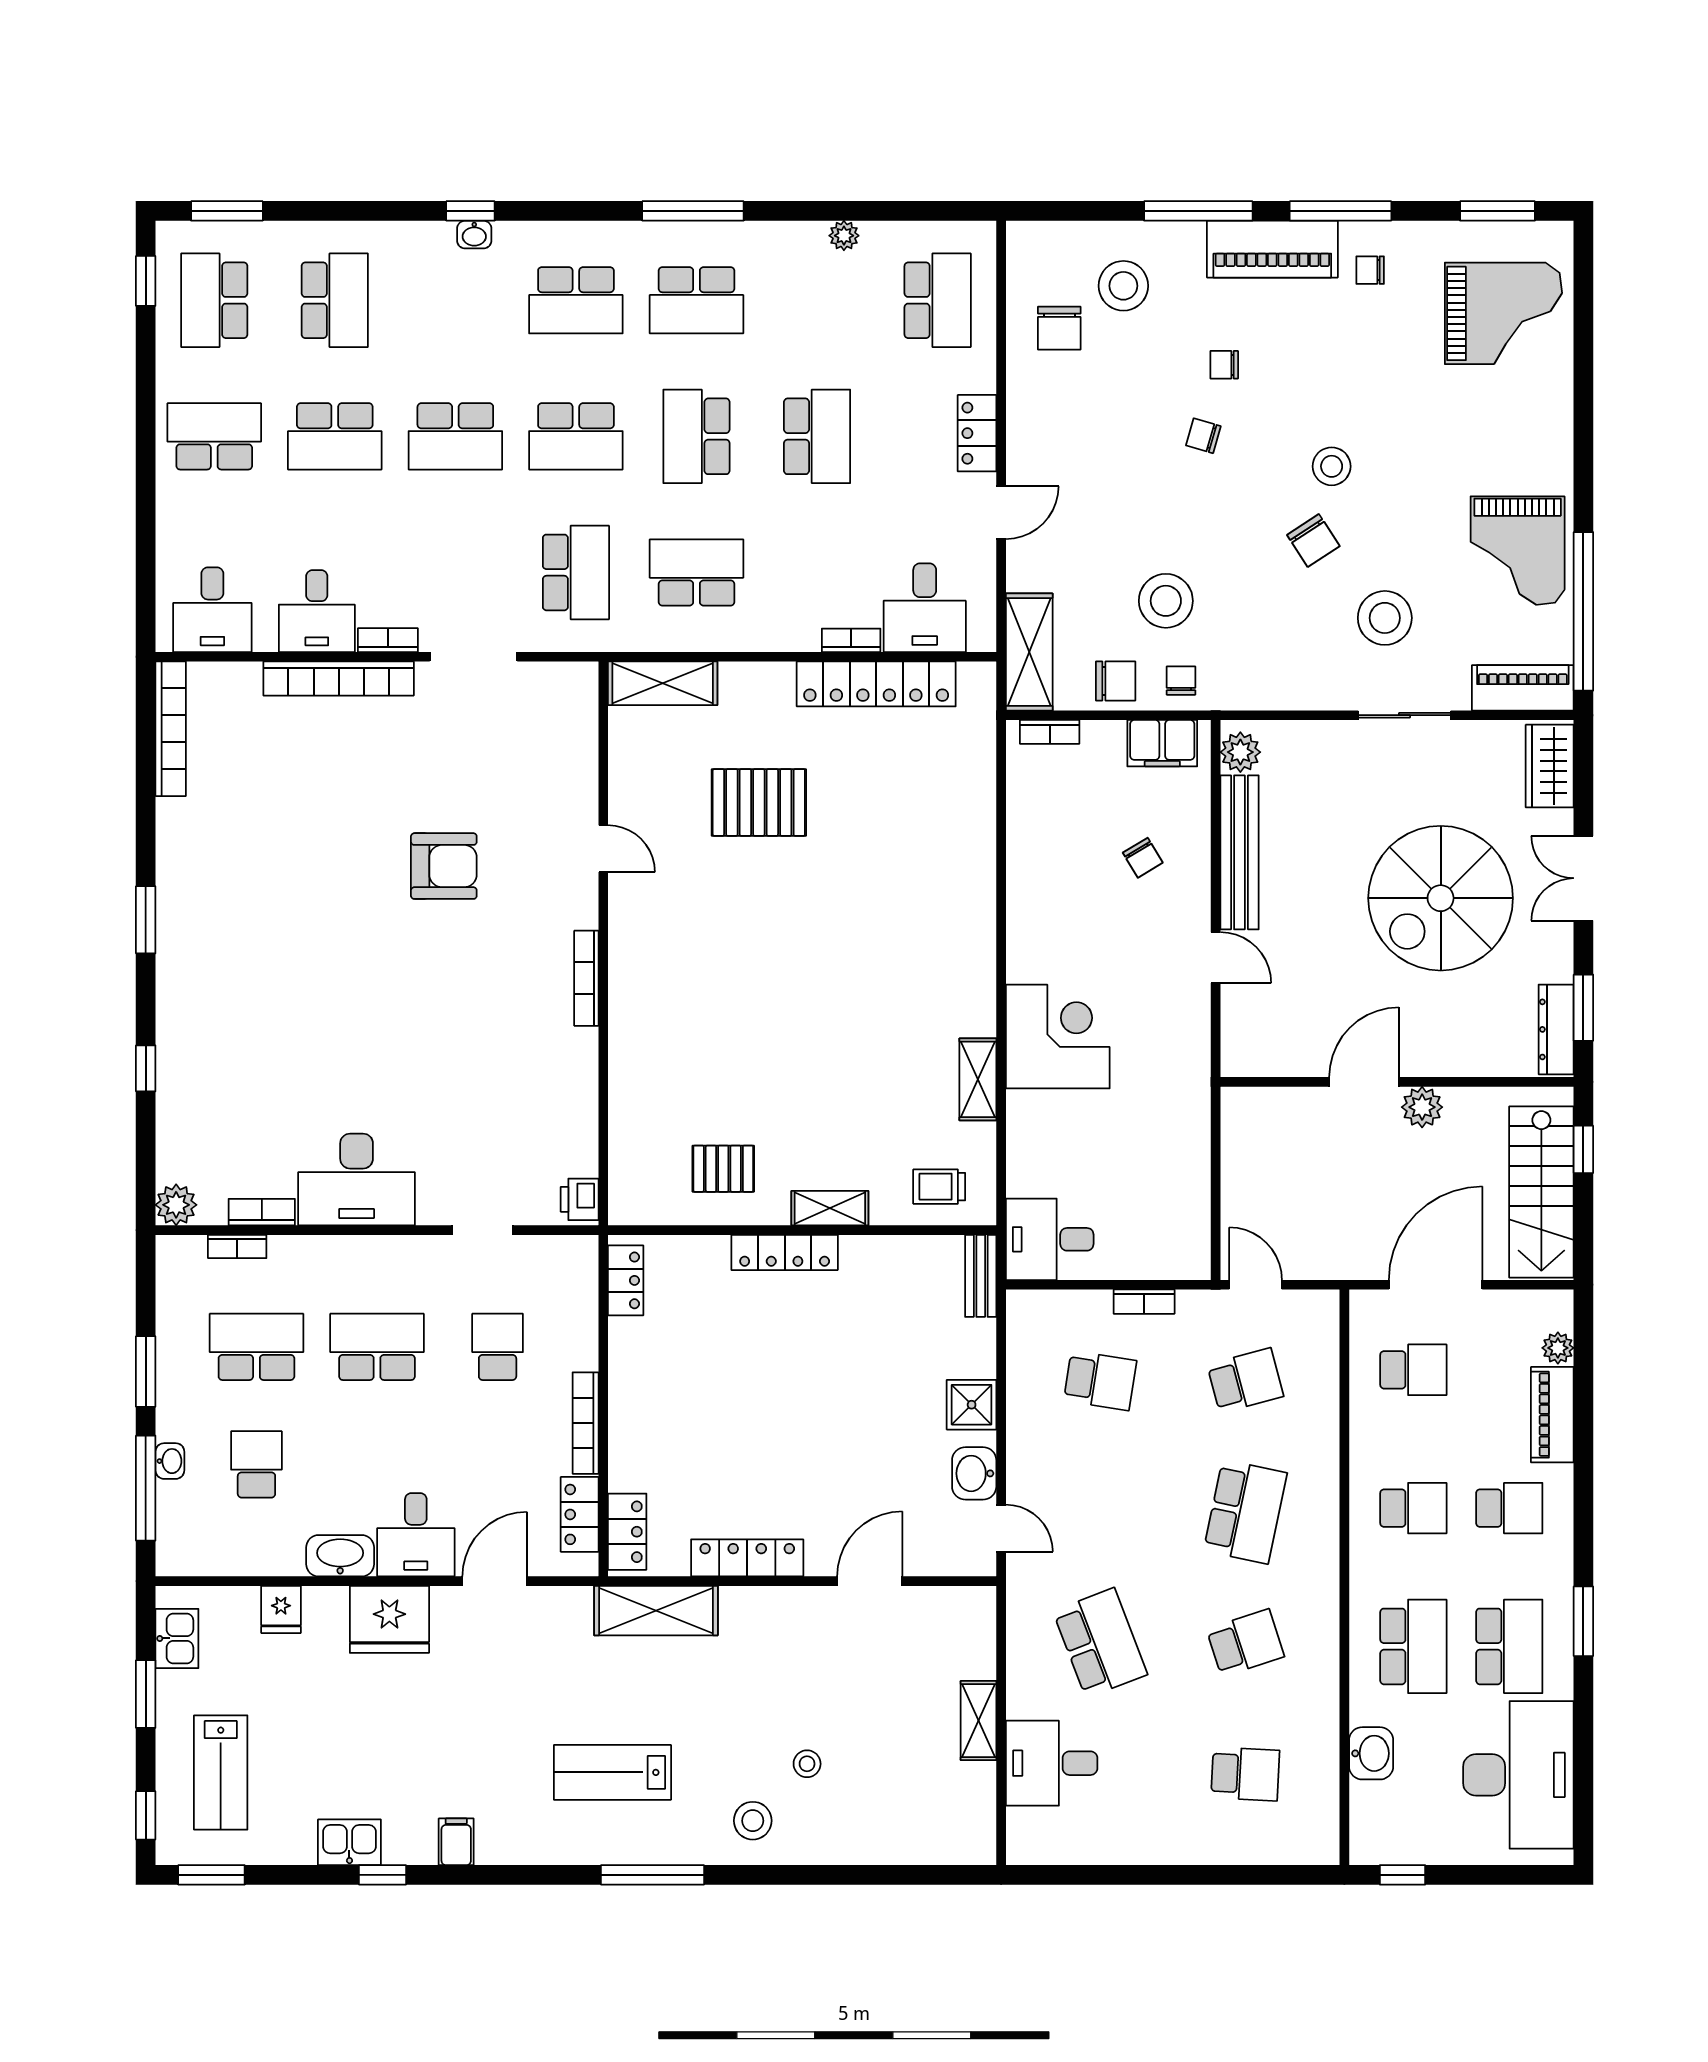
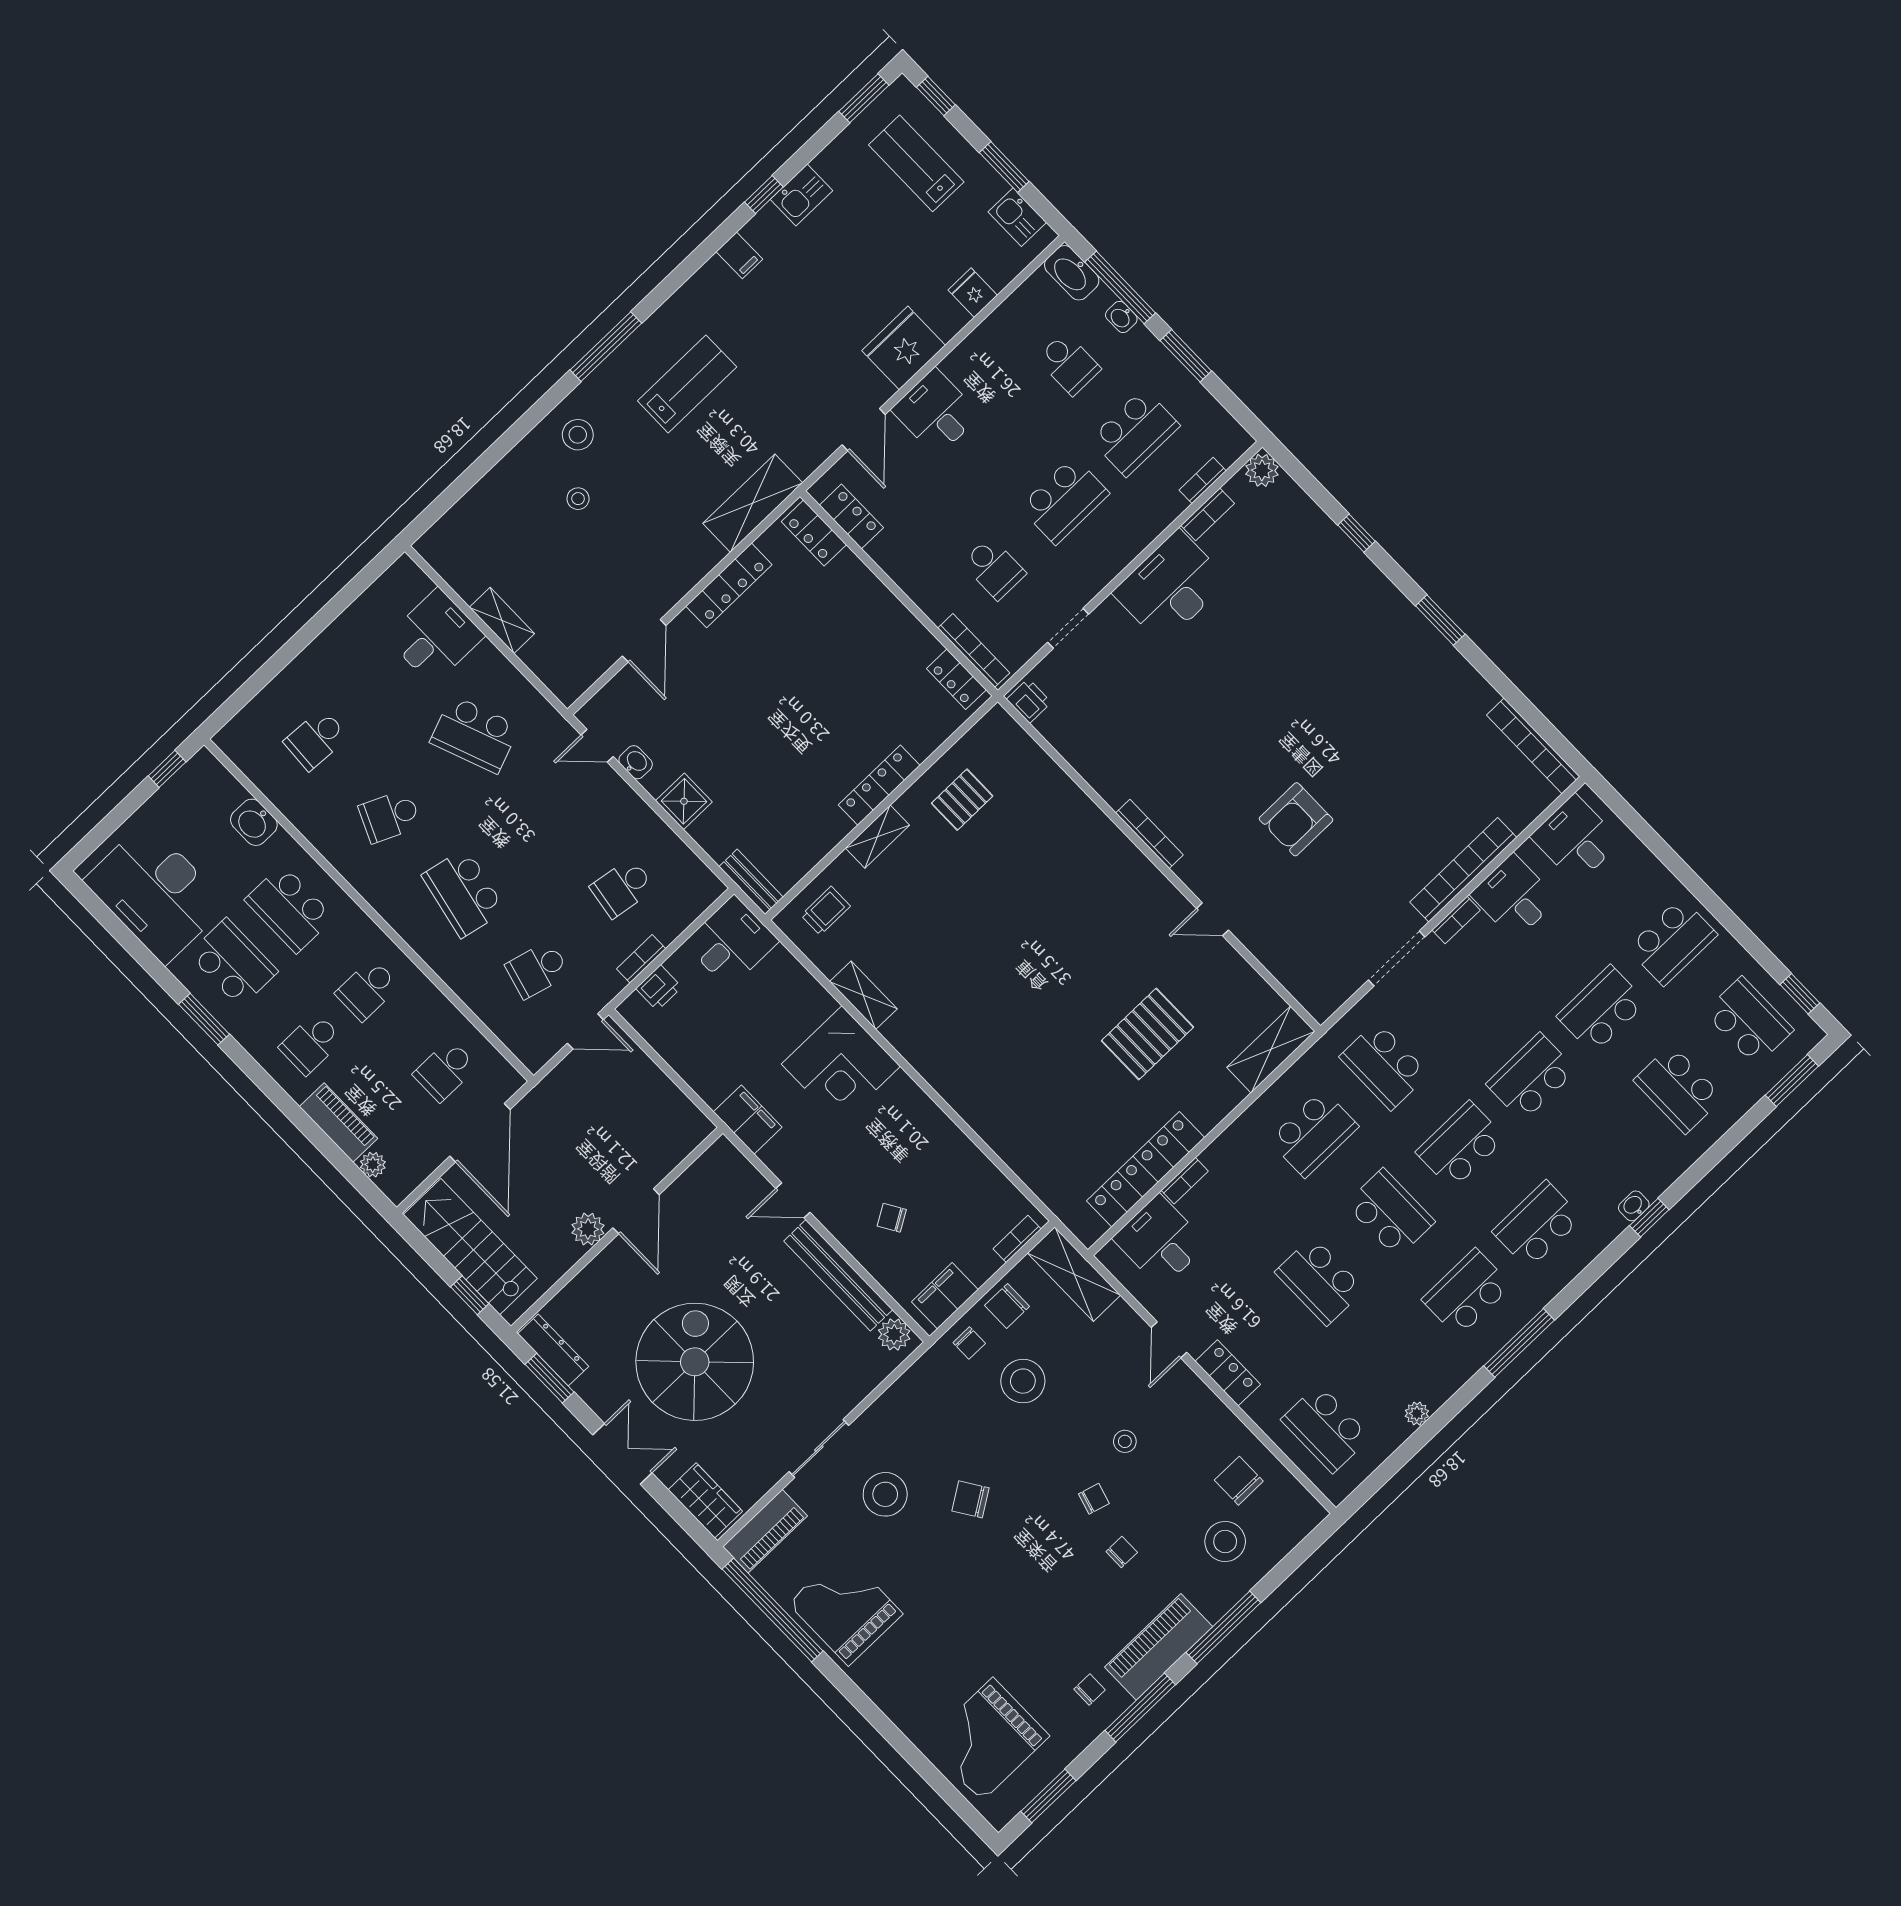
stool: (1332, 466) -> (1125, 1441), moved, width x0.73, depth x0.73
filing cabinet: (1187, 1068) -> (748, 1120), added
printer: (1153, 1261) -> (659, 988), added
school desk: (1245, 1381) -> (537, 970), turned 30
bookcase: (586, 1423) -> (974, 650), moved
washbasin: (974, 1473) -> (636, 762), width x0.72, depth x0.69
washbasin: (340, 1556) -> (1072, 273), moved, turned 90
school desk: (1245, 1643) -> (390, 816), turned 42
school desk: (1509, 1646) -> (233, 963), turned 180

